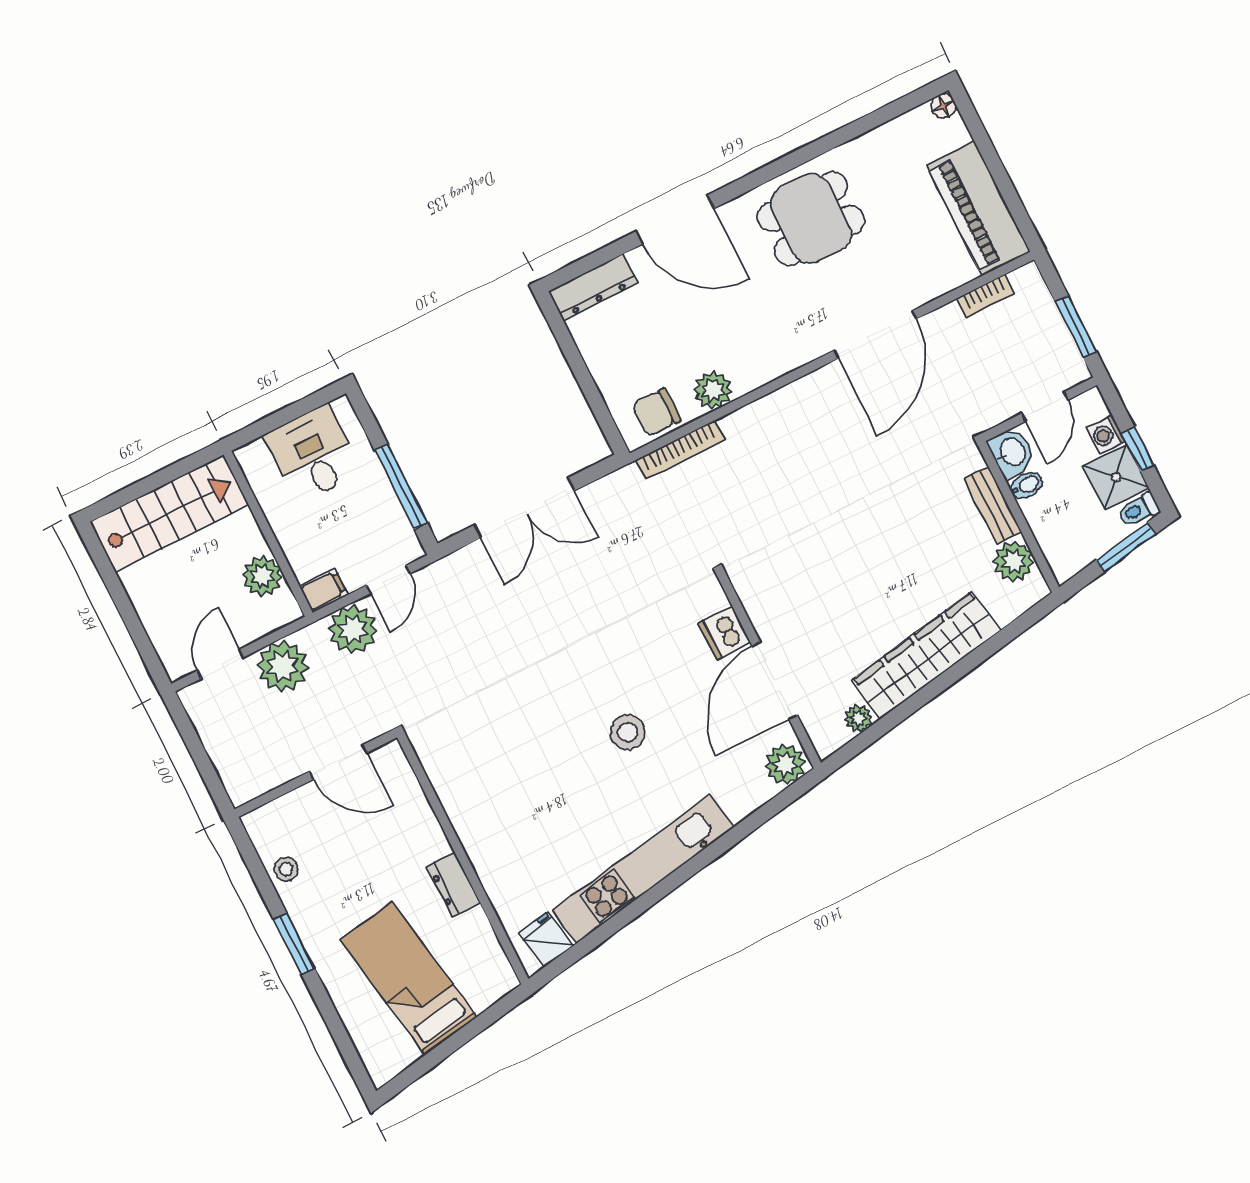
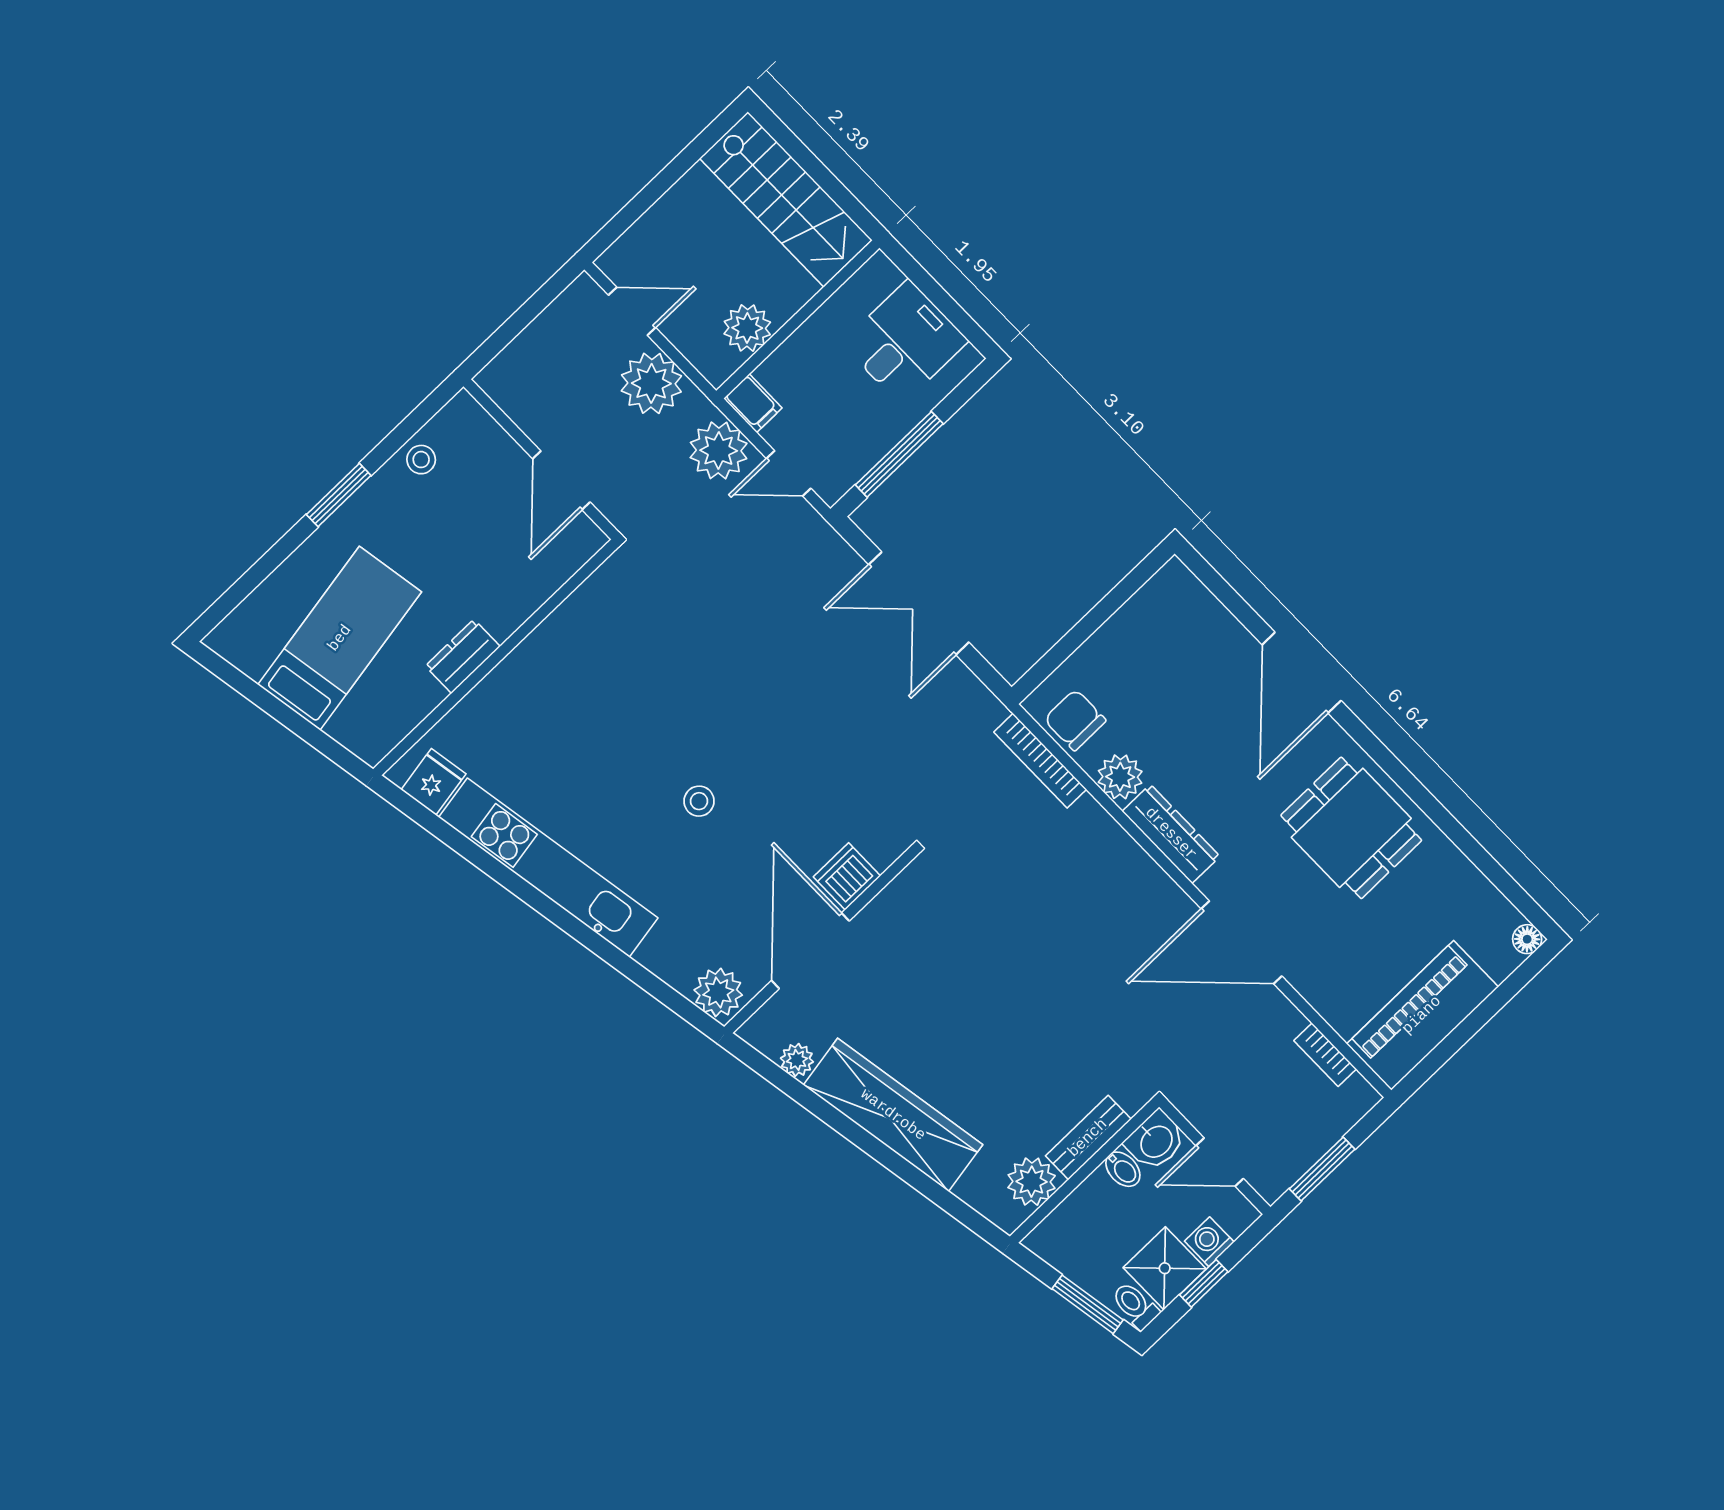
dresser: (593, 287) -> (1171, 834), moved, turned 180
door: (775, 681) -> (810, 951), hinge flipped
stool: (628, 732) -> (699, 801), width x0.73, depth x0.73

